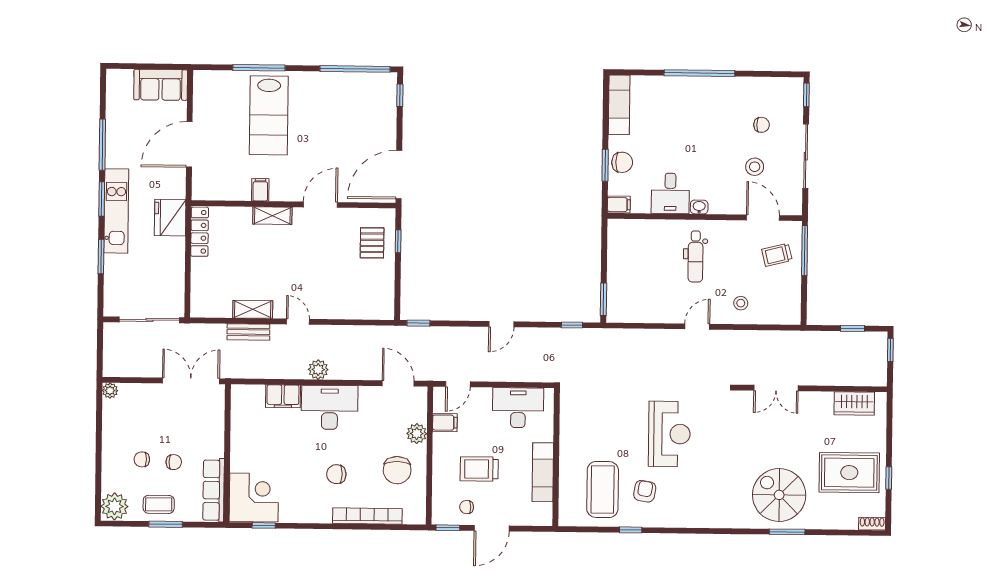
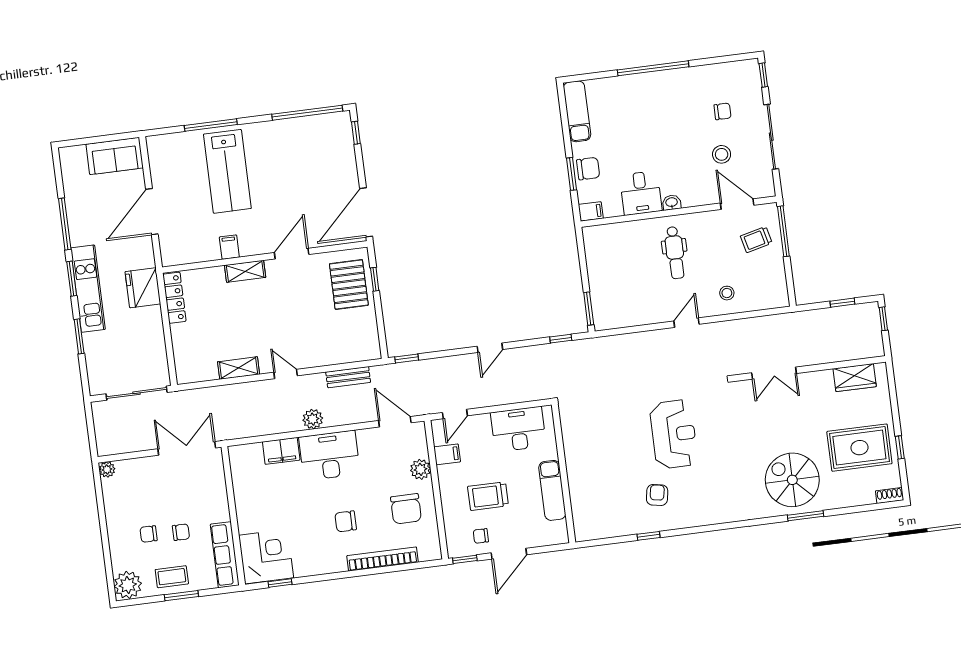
pallet: (372, 243) -> (349, 285), width x1.50, depth x1.42
bench: (248, 332) -> (348, 377), moved
coffee table: (603, 490) -> (615, 499), removed

